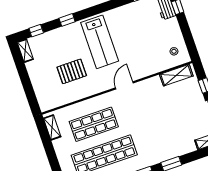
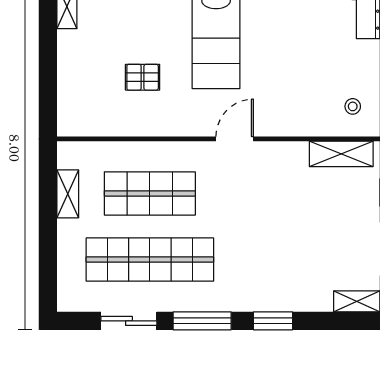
pallet: (72, 71) -> (143, 77), width x0.67, depth x0.71
shelving: (52, 127) -> (68, 194), moved

